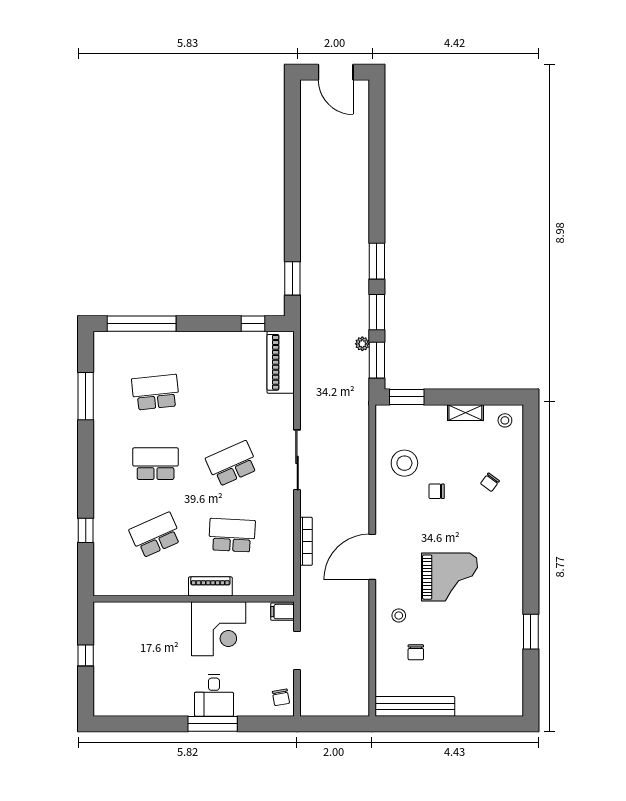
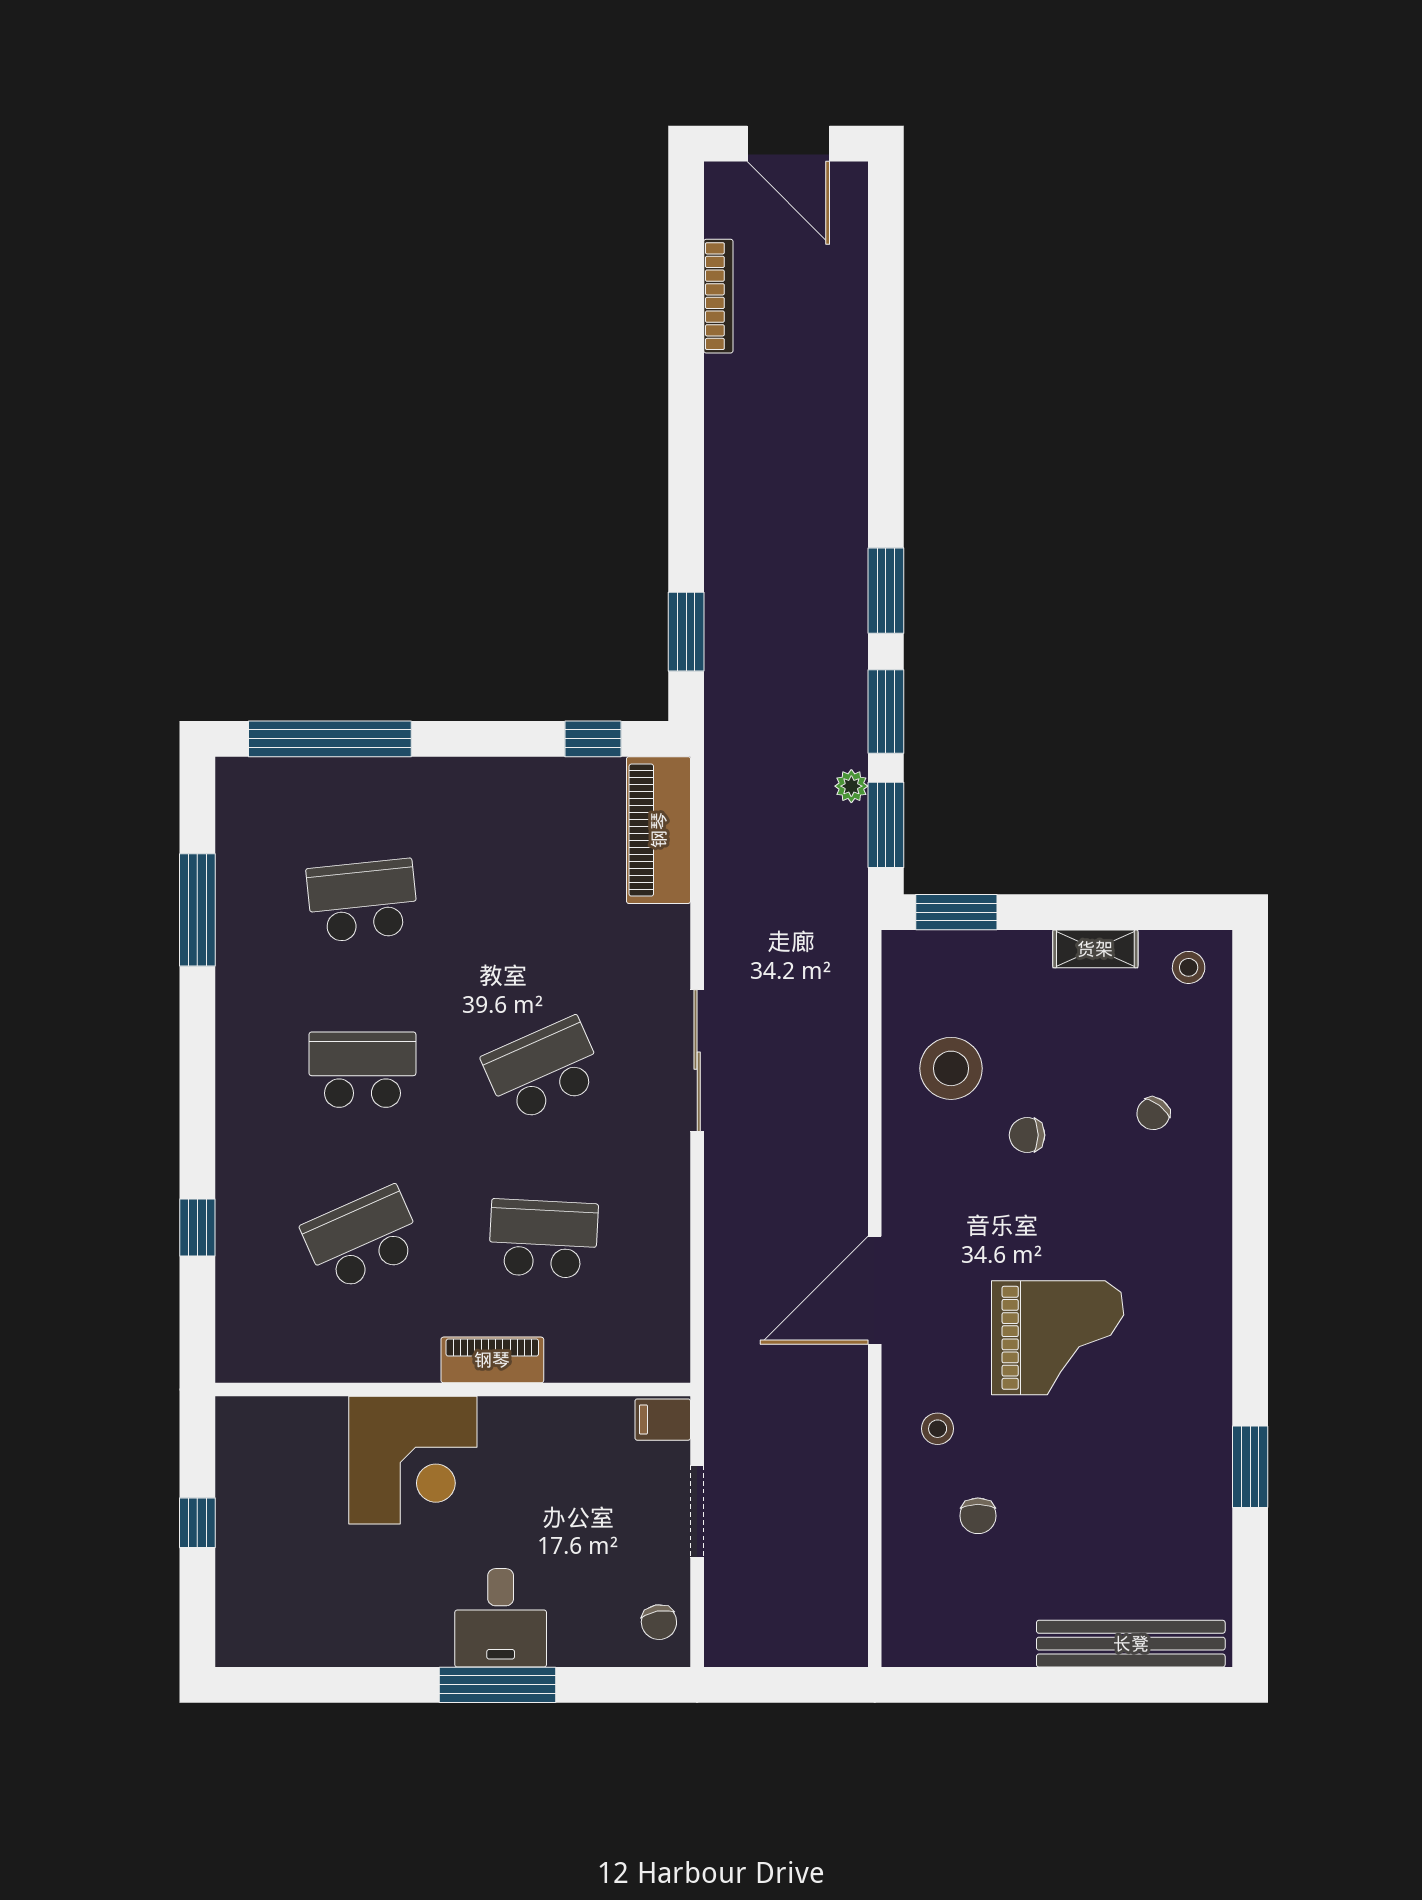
bookcase: (306, 541) -> (718, 296), moved
corner desk: (219, 629) -> (413, 1460), moved
bench: (415, 706) -> (1131, 1644), moved

